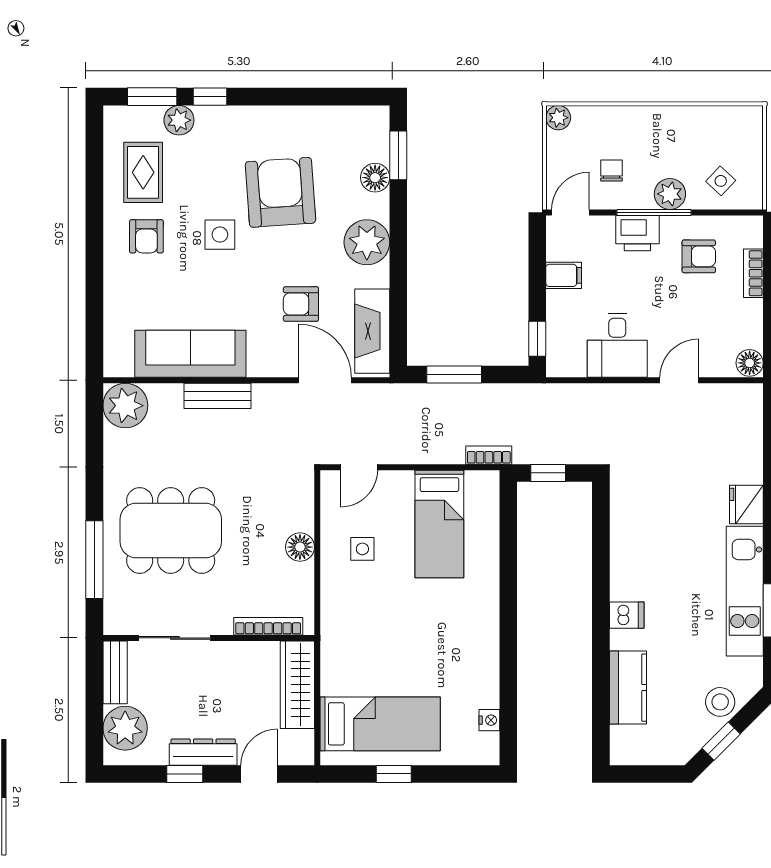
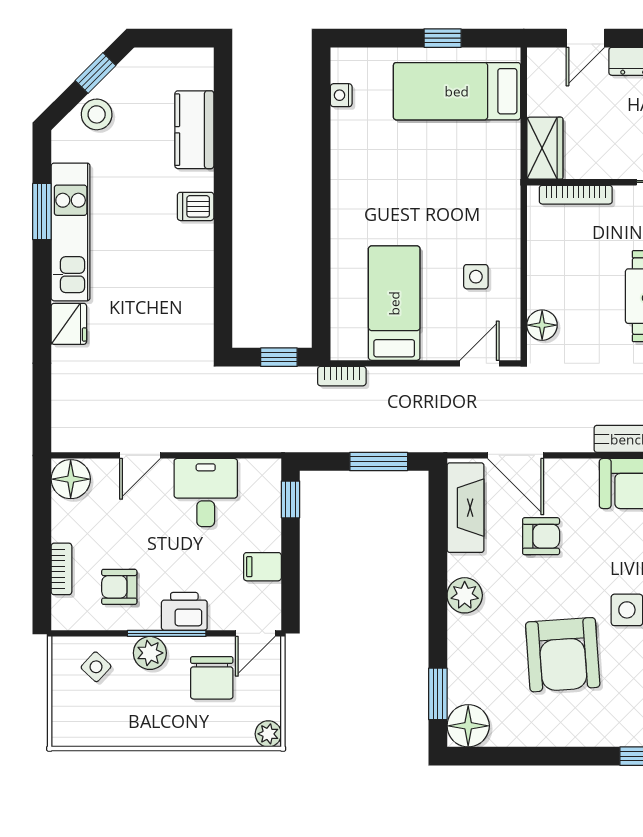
chair: (612, 170) -> (212, 678), width x1.87, depth x1.87
floor lamp: (375, 178) -> (468, 726), moved, width x1.38, depth x1.38
plant: (367, 242) -> (465, 595), width x0.73, depth x0.73
floor lamp: (750, 363) -> (71, 479), width x1.38, depth x1.38
floor lamp: (300, 547) -> (542, 325), moved
wardrobe: (297, 685) -> (545, 148), width x0.67

